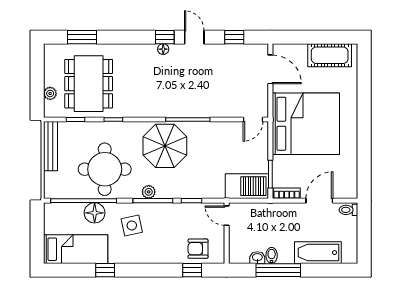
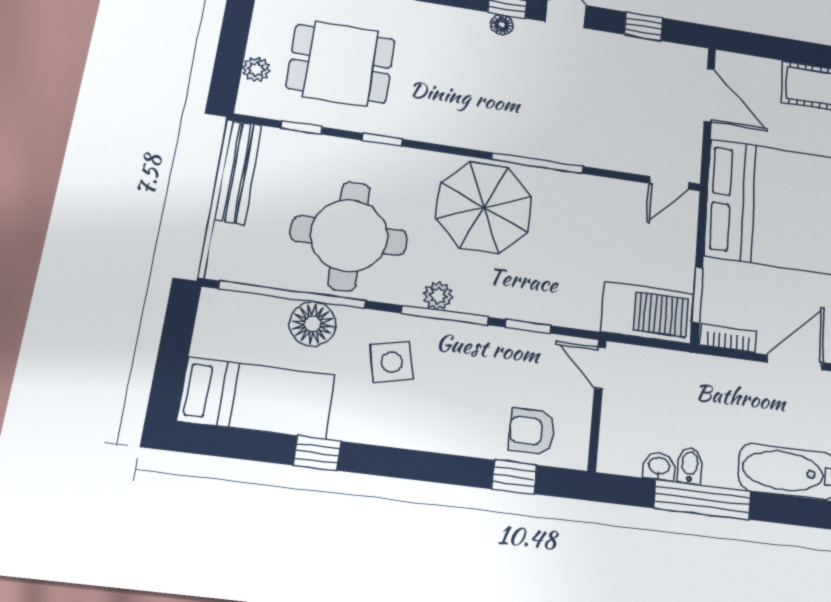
dining table: (89, 84) -> (341, 64), width x0.73

